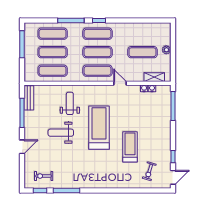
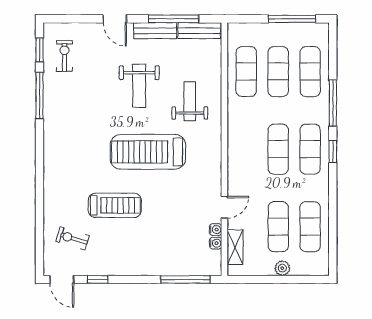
exercise mat: (98, 71) -> (310, 227), moved
door: (120, 83) -> (224, 207), moved
weight bench: (70, 103) -> (190, 101), turned -90
bench: (29, 123) -> (155, 31), added
treadmill: (99, 128) -> (148, 152), turned 180
weight bench: (61, 133) -> (139, 86), turned 180

